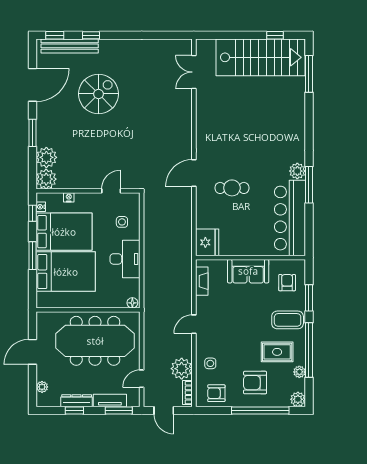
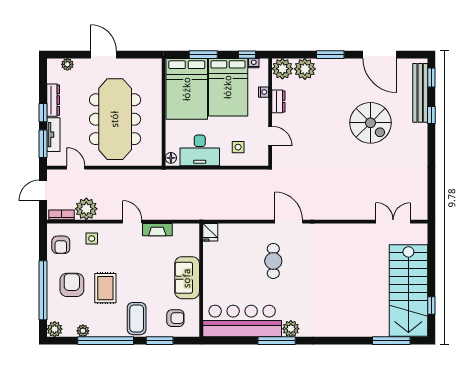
dresser: (78, 183) -> (278, 101), added
fridge: (207, 242) -> (210, 232), width x0.53, depth x0.75
fireplace: (202, 281) -> (157, 230), moved
floor lamp: (132, 303) -> (171, 158), moved
wall: (88, 310) -> (164, 112), moved
rug: (277, 352) -> (105, 288), moved
armchair: (216, 393) -> (61, 245), turned 180
window: (74, 410) -> (43, 113), moved

